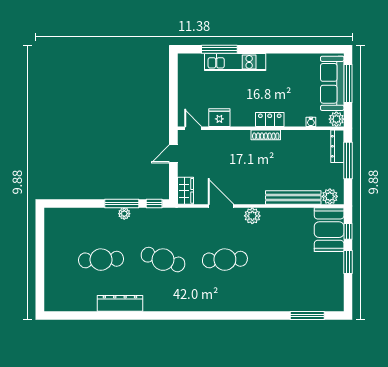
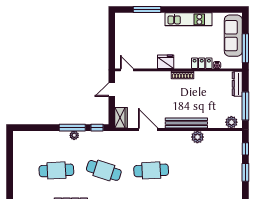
kitchen unit: (235, 62) -> (189, 19), moved
window: (348, 84) -> (245, 48), moved
fridge: (219, 118) -> (166, 62), moved
locker: (270, 119) -> (202, 63), moved
plant: (336, 119) -> (236, 63), removed
window: (348, 161) -> (245, 106), moved
bench: (293, 198) -> (186, 123), moved
plant: (252, 216) -> (197, 137), moved
booth: (329, 230) -> (231, 148), removed

